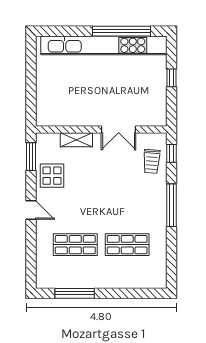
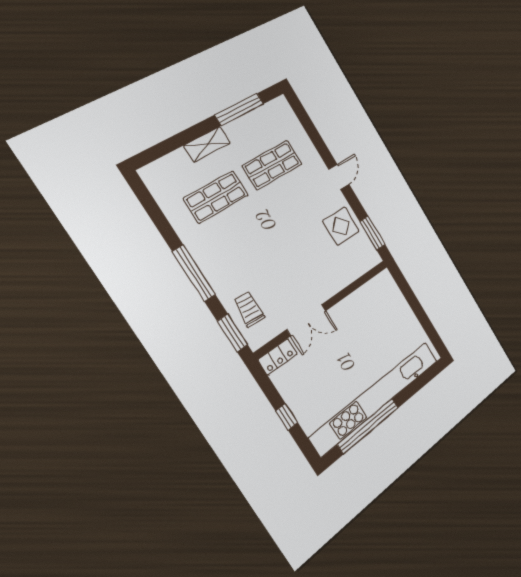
locker: (153, 119) -> (278, 357), added
double door: (119, 129) -> (306, 320), swing flipped
shelving: (76, 140) -> (207, 144), moved
window: (171, 153) -> (233, 333), width x1.50
door: (31, 210) -> (339, 177), swing flipped

